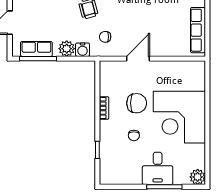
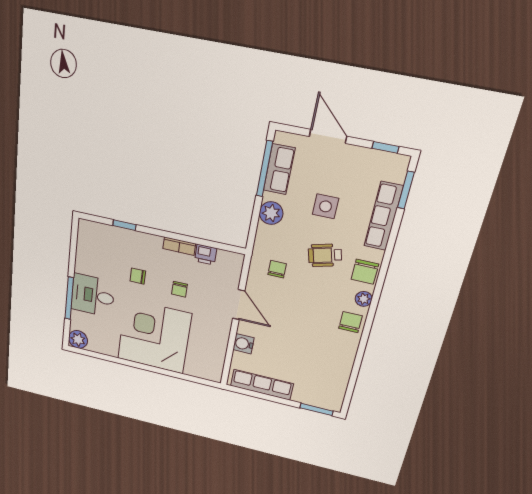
side table: (55, 14) -> (326, 206), added
water cooler: (83, 50) -> (243, 344), moved
printer: (106, 88) -> (206, 255), added
chair: (137, 103) -> (179, 289), width x0.54, depth x0.54

